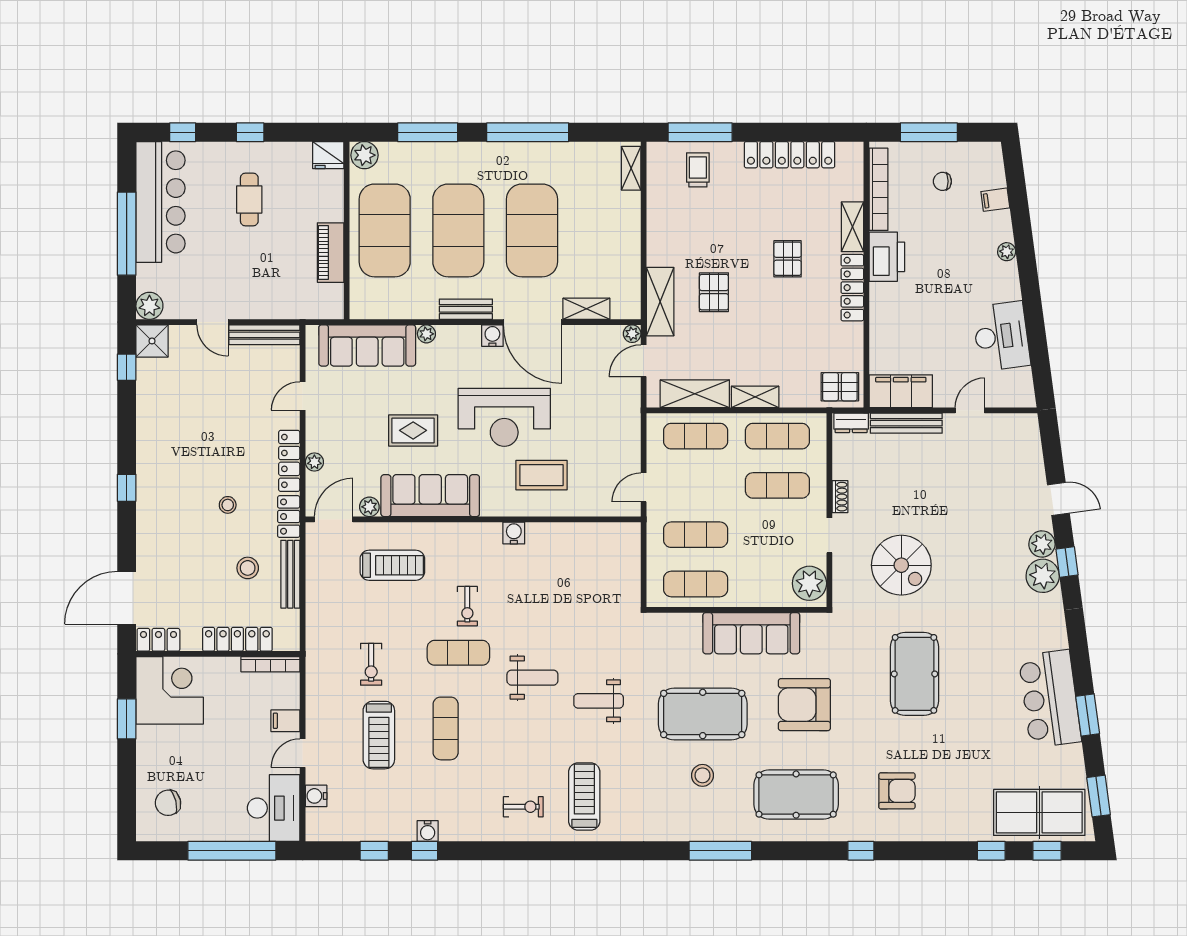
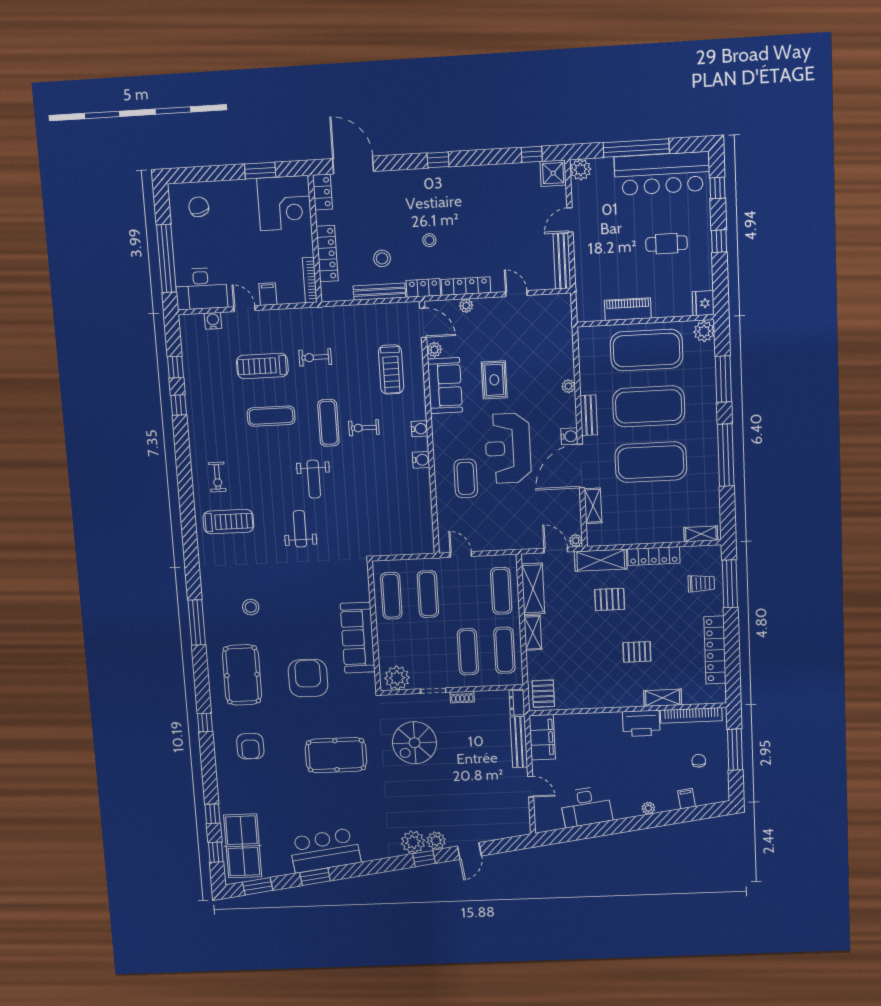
locker: (852, 288) -> (654, 556), moved, turned 180
sofa: (367, 345) -> (557, 341), removed
sofa: (430, 496) -> (445, 386), width x0.73
pool table: (703, 714) -> (296, 605), removed
water cooler: (428, 831) -> (419, 429), moved, turned 180

